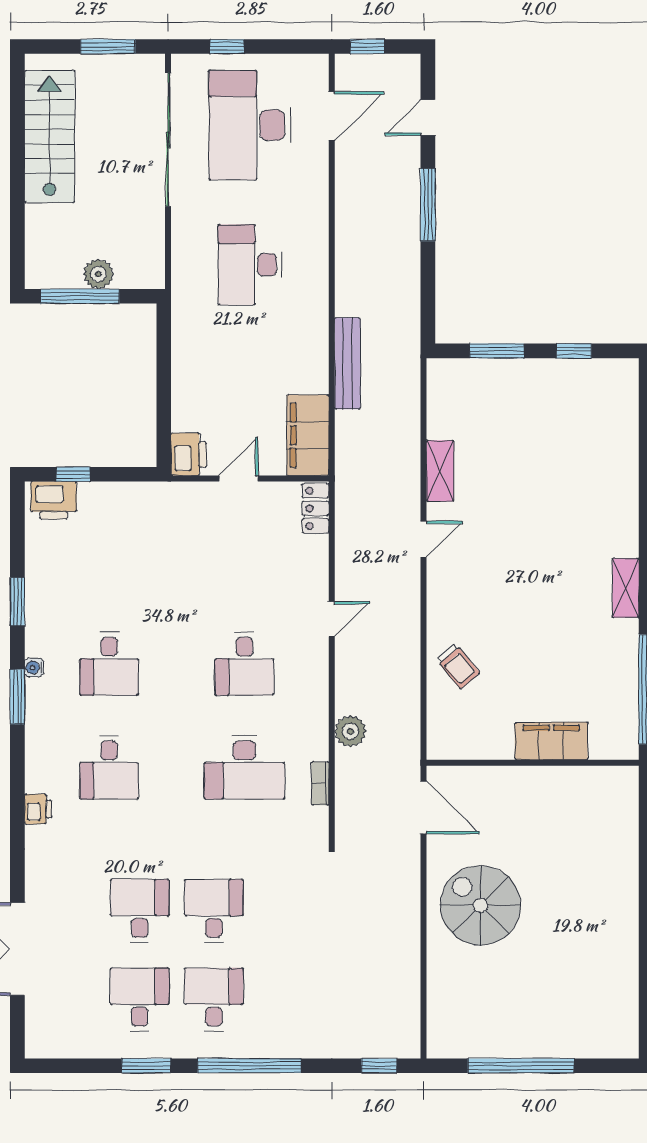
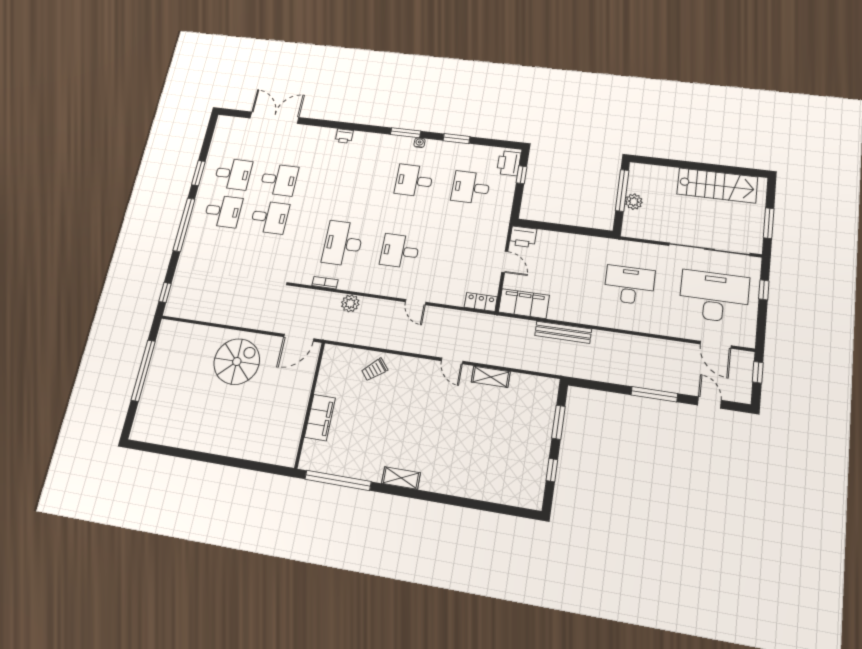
desk: (109, 767) -> (471, 188), moved

